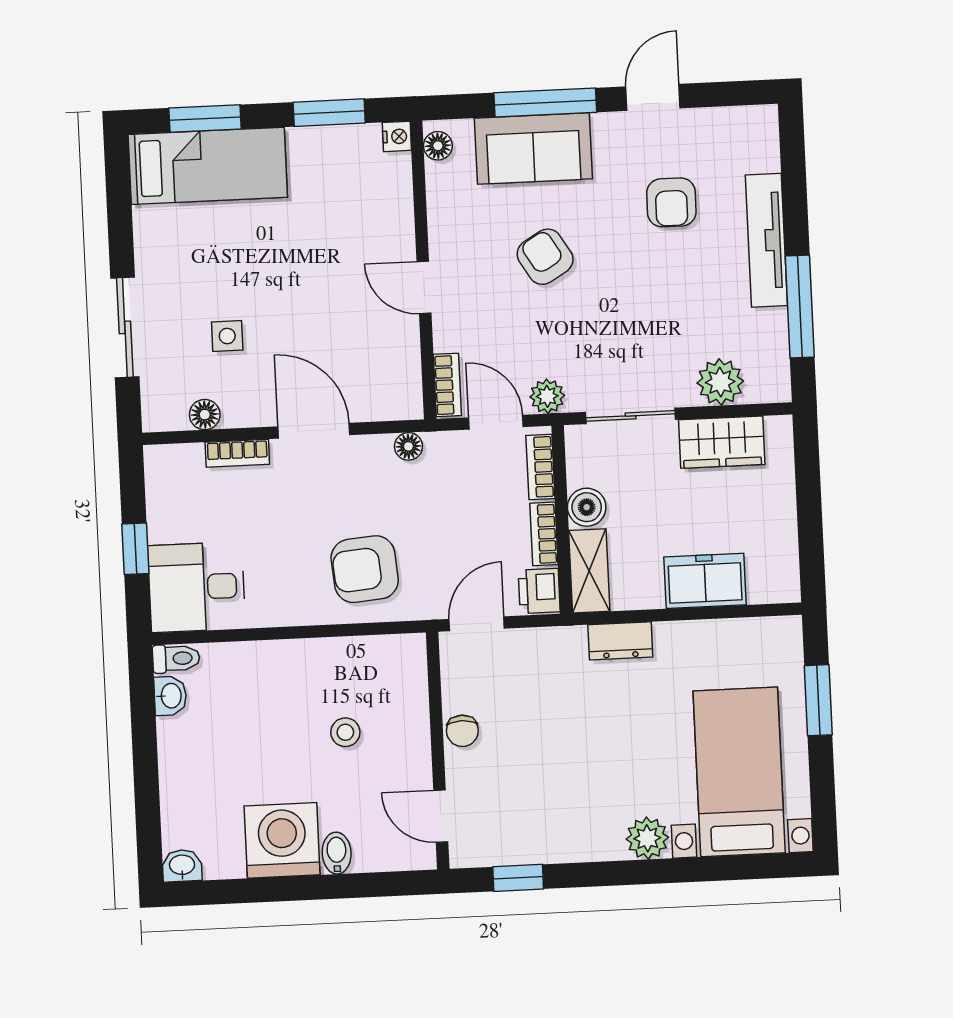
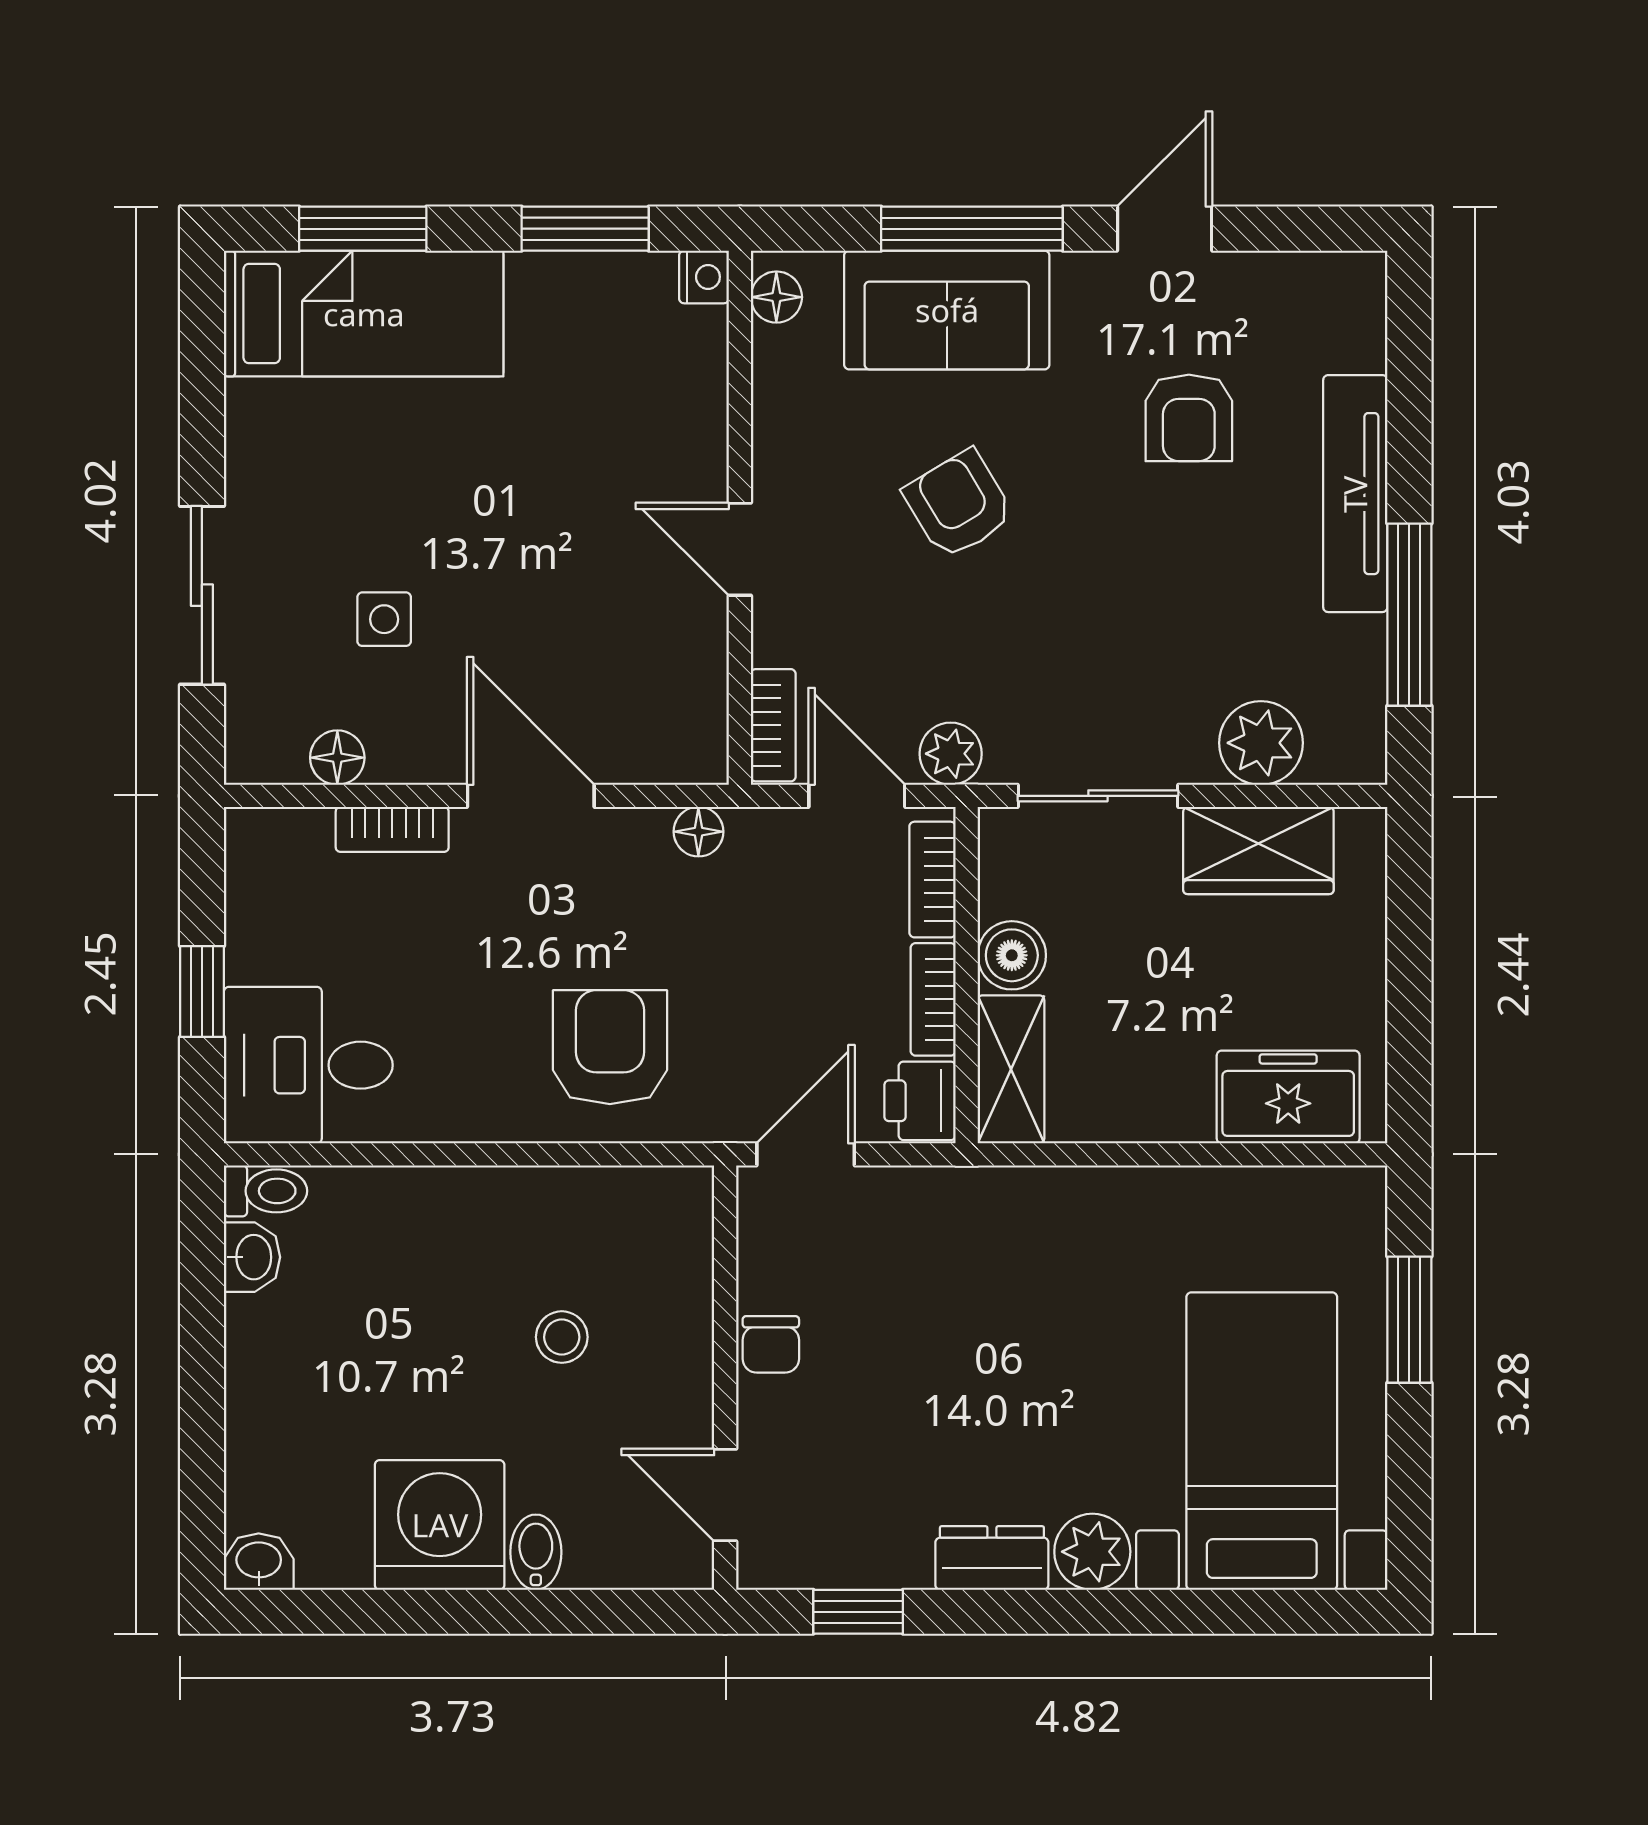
armchair: (365, 569) -> (610, 1047), turned 95
freezer: (705, 581) -> (1288, 1097), moved
dresser: (620, 641) -> (992, 1558), moved, turned 180

